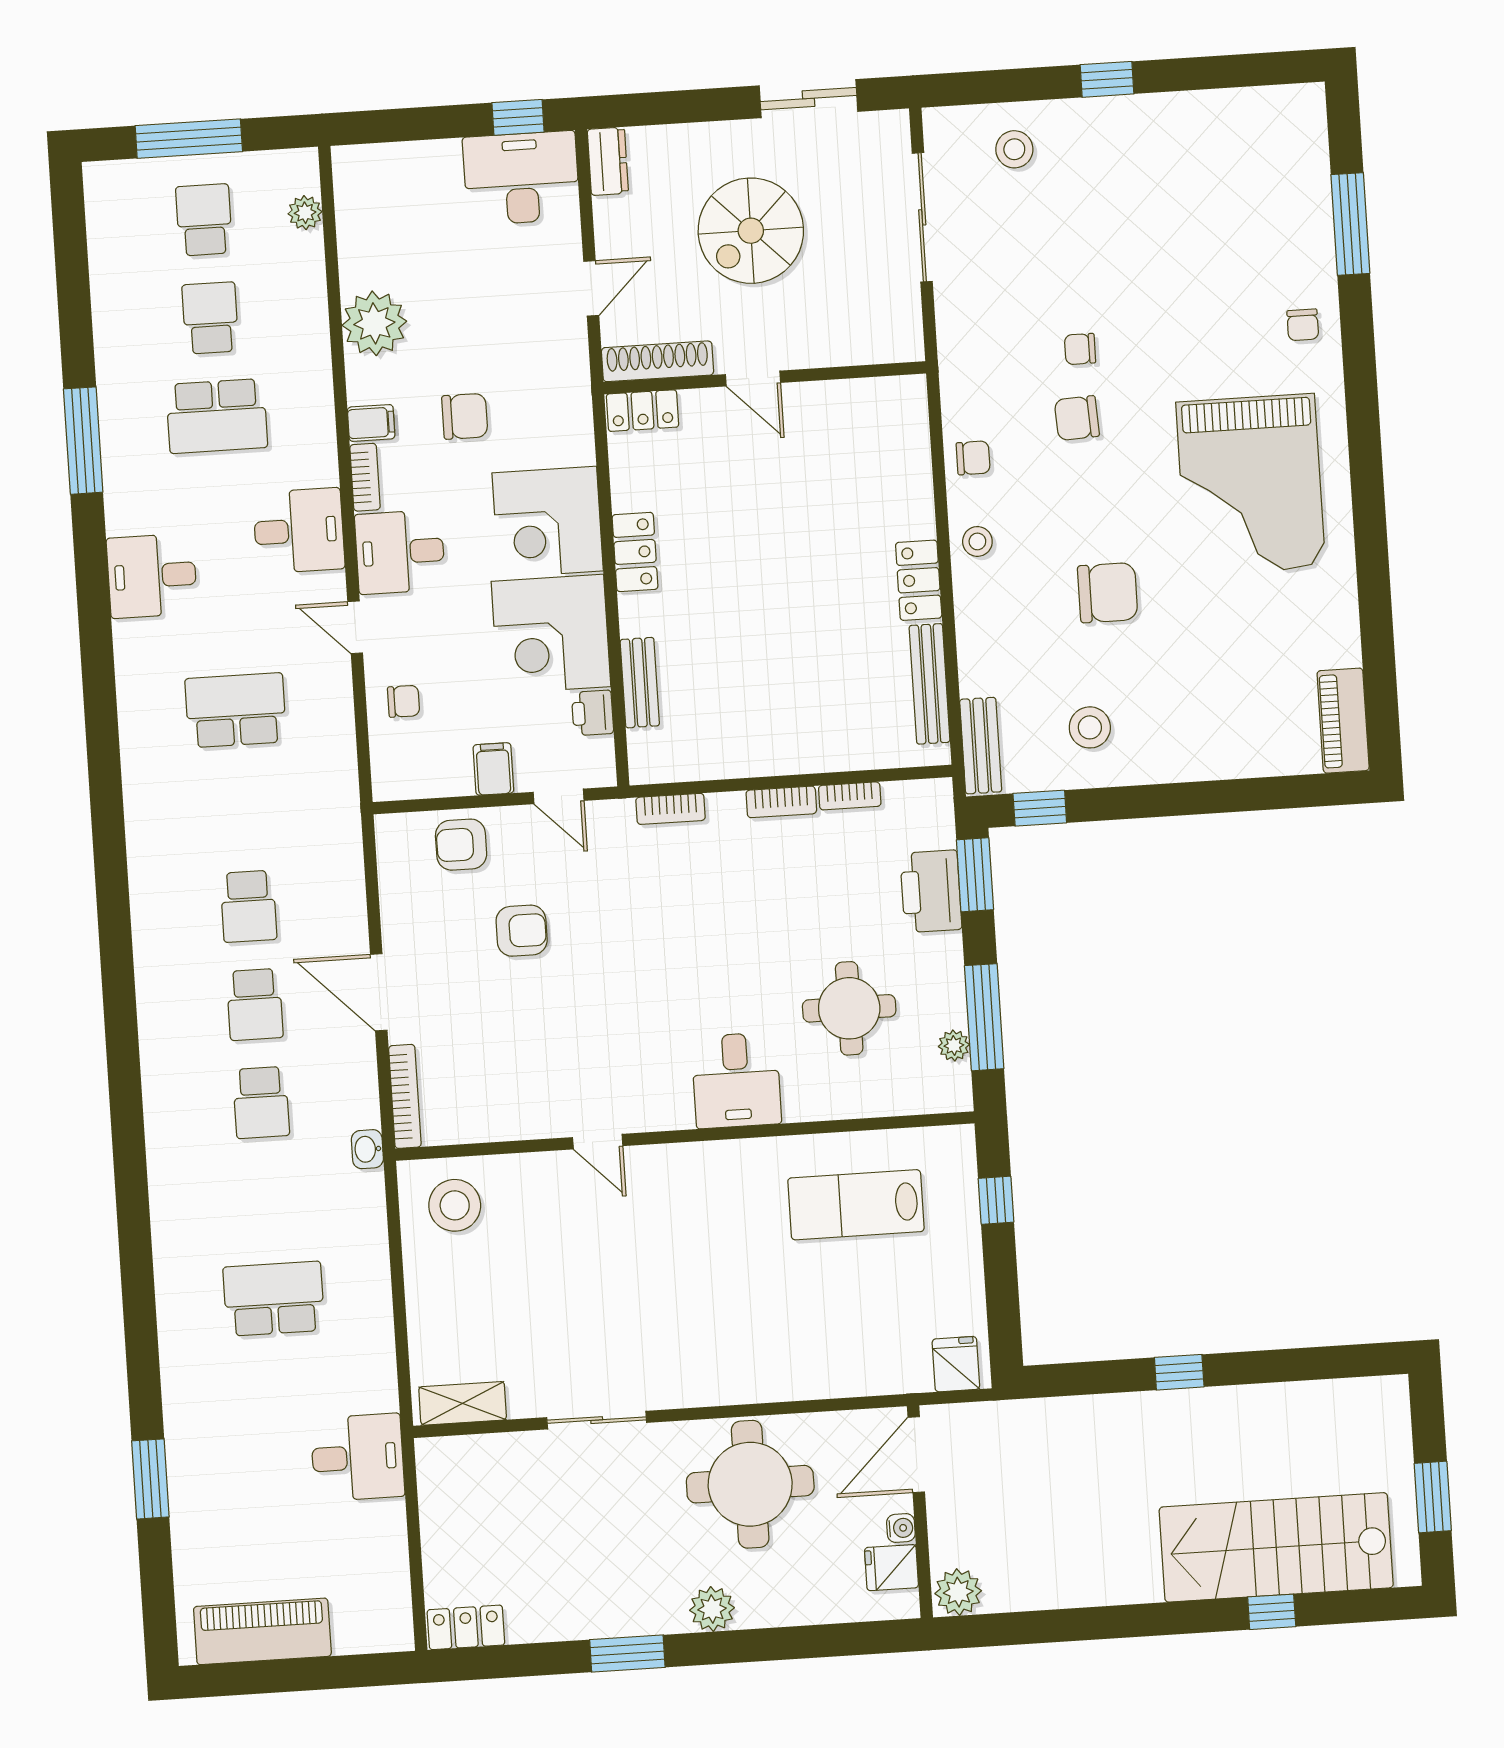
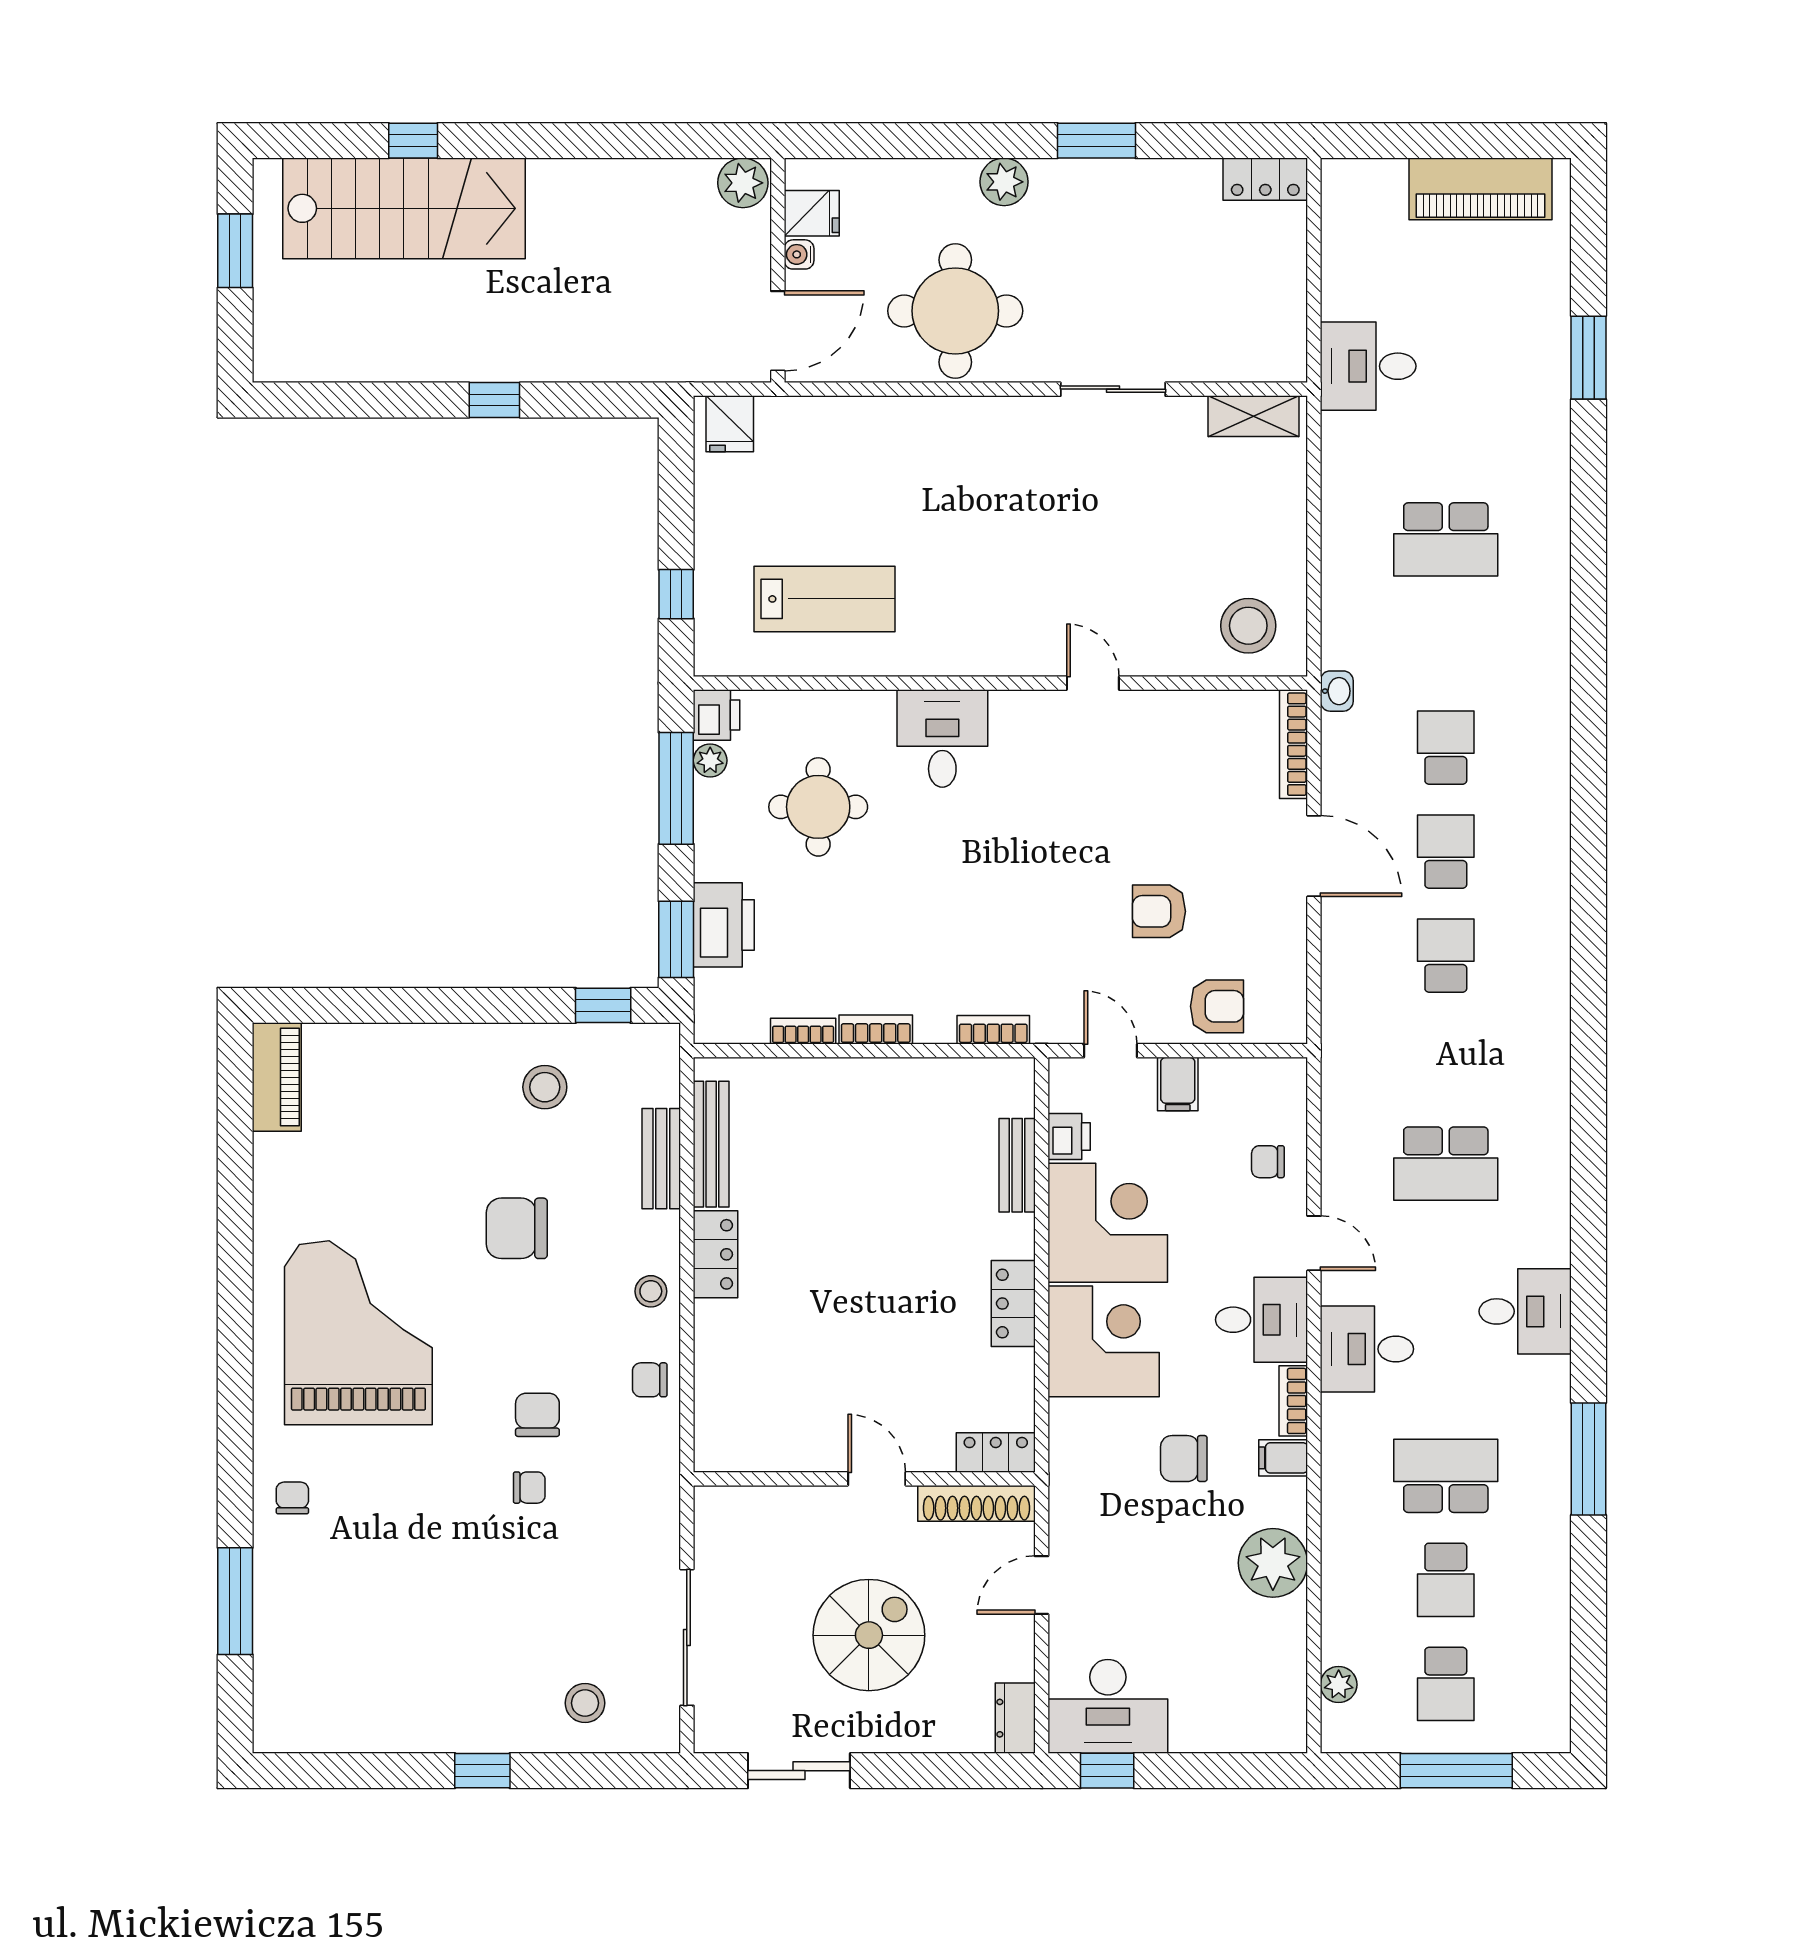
chair: (1077, 418) -> (537, 1415), turned -87
bench: (981, 746) -> (661, 1159), moved
printer: (951, 1089) -> (716, 715), added

